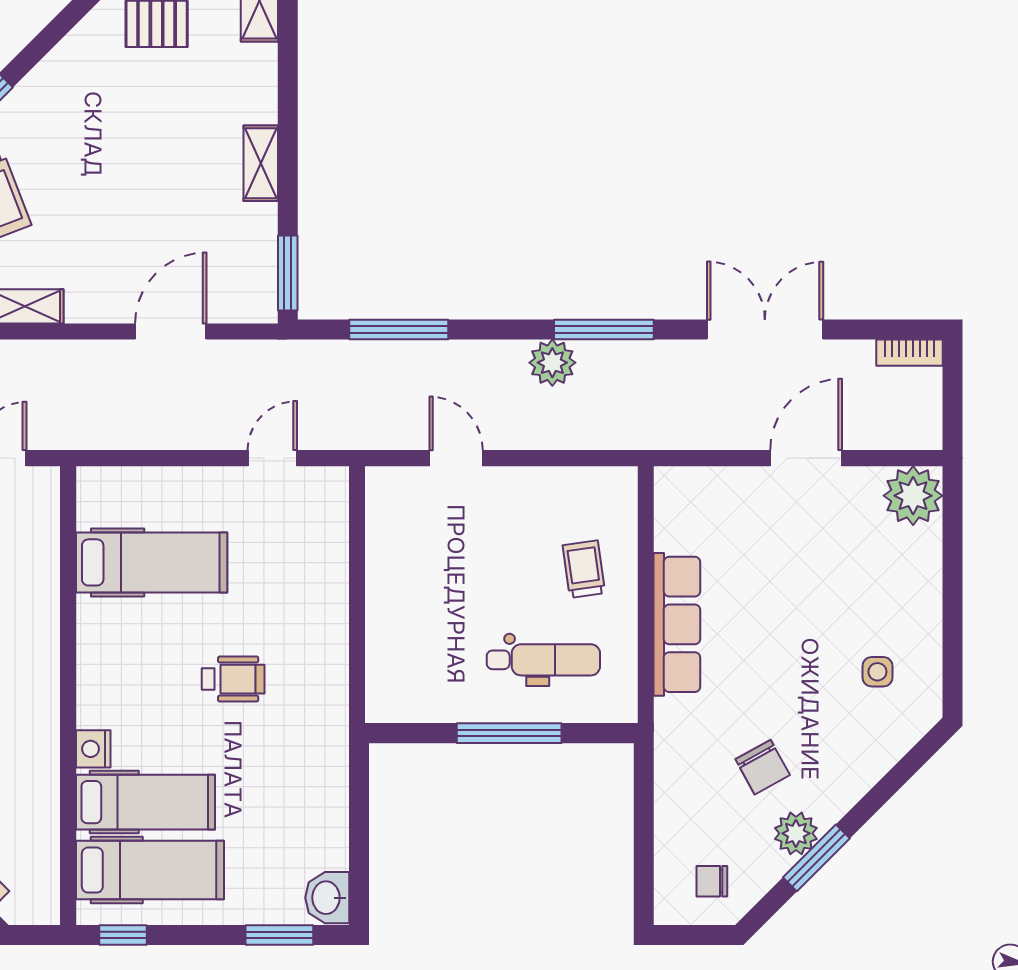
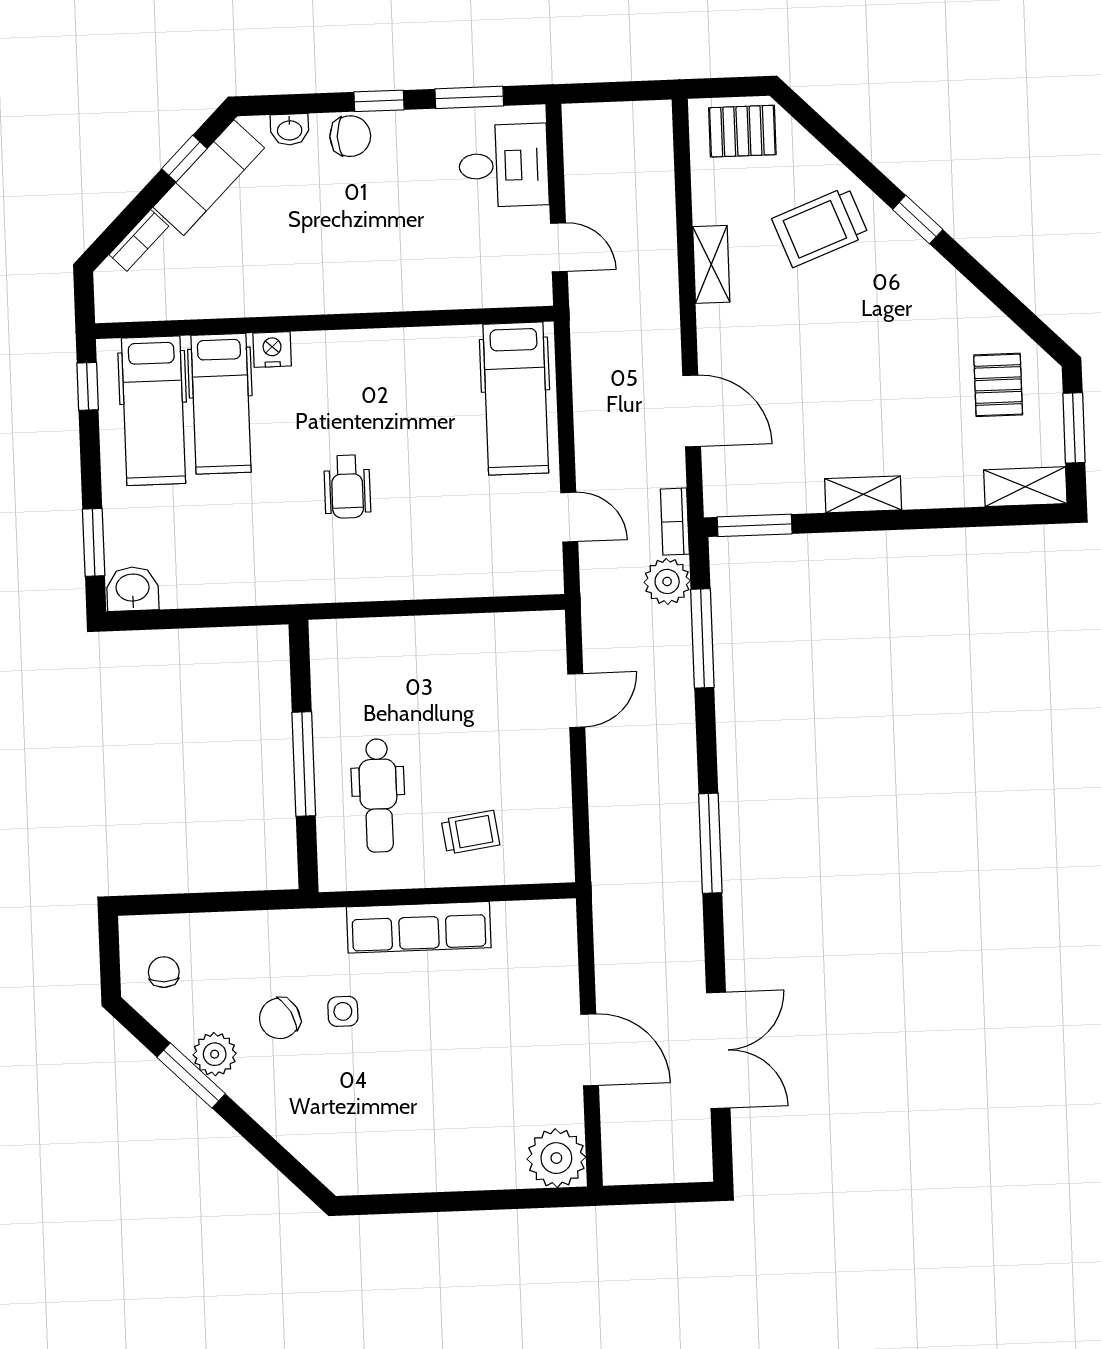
double door: (765, 330) -> (718, 1050), moved
bookcase: (909, 353) -> (675, 522), moved
plant: (552, 363) -> (667, 581), moved
hospital bed: (152, 562) -> (516, 399), moved
side table: (877, 672) -> (343, 1011), moved

